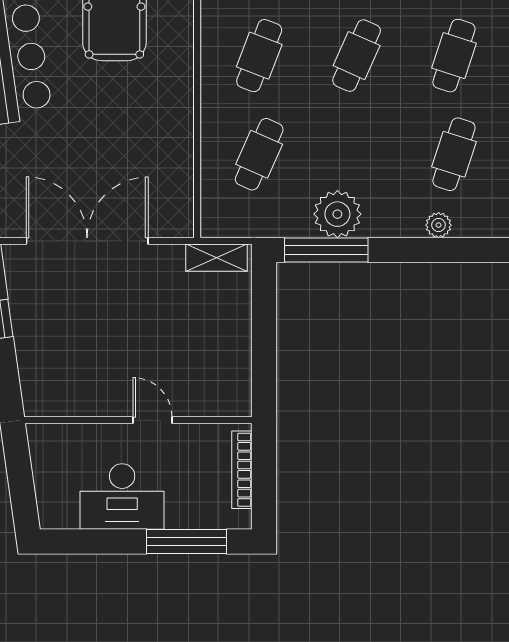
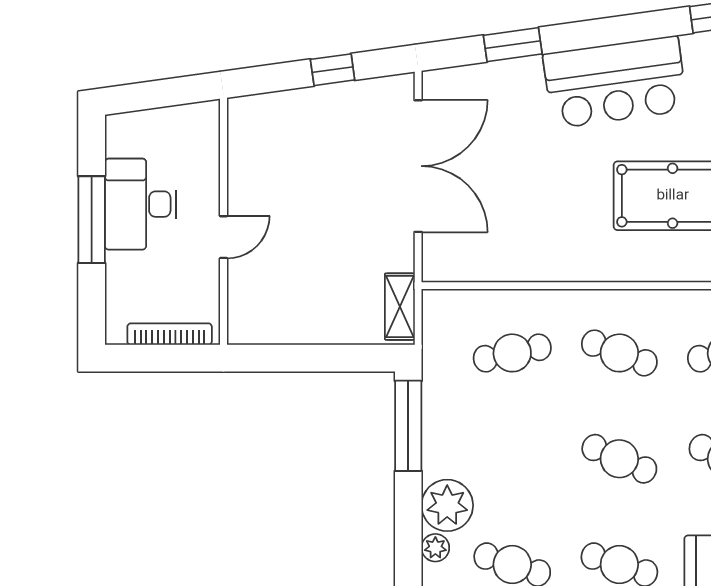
cafe table: (259, 154) -> (512, 353), turned -36
plant: (337, 214) -> (447, 505), moved
window: (186, 542) -> (92, 220), moved

